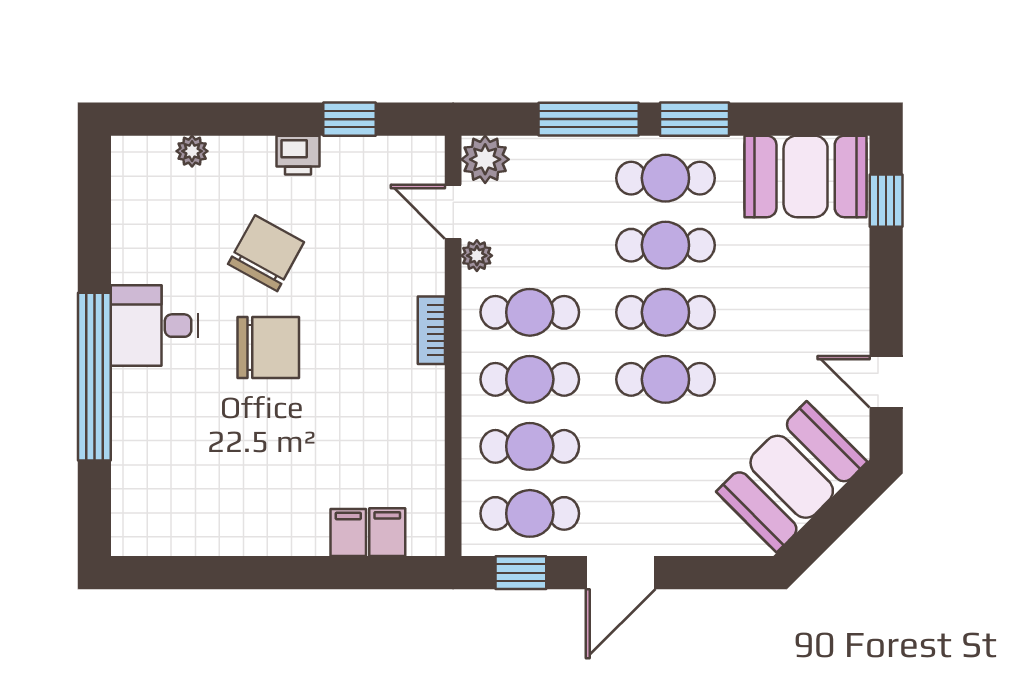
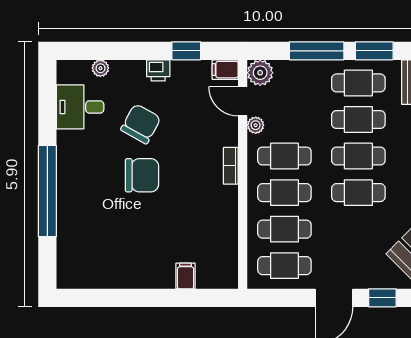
desk: (155, 326) -> (80, 107), moved
filing cabinet: (387, 532) -> (225, 70), moved, turned -90
window: (521, 573) -> (382, 298), moved

